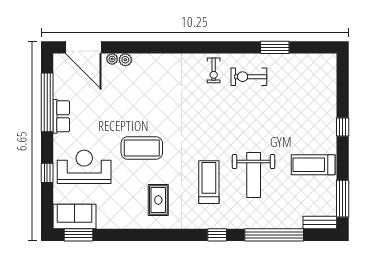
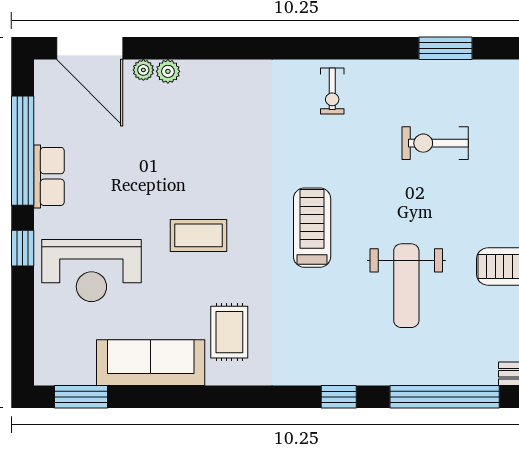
exercise bike: (249, 77) -> (435, 143), moved
coffee table: (142, 148) -> (199, 235), width x0.73, depth x0.76
reception desk: (84, 167) -> (91, 270), turned 180
window: (47, 173) -> (23, 248), moved
treadmill: (209, 182) -> (312, 228), moved
sofa: (75, 216) -> (151, 363), moved, width x1.36

